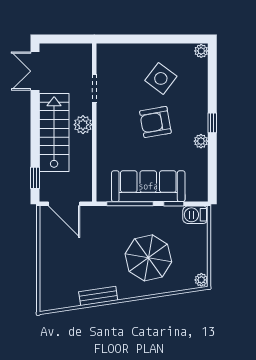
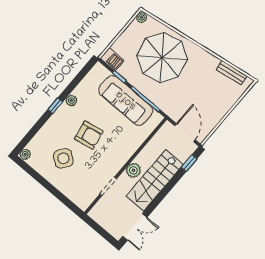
parasol: (148, 258) -> (162, 58), width x1.36, depth x1.36
bench: (98, 296) -> (232, 73), moved

